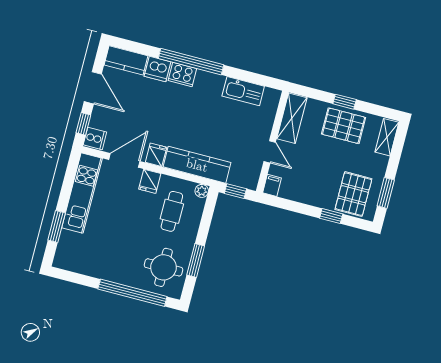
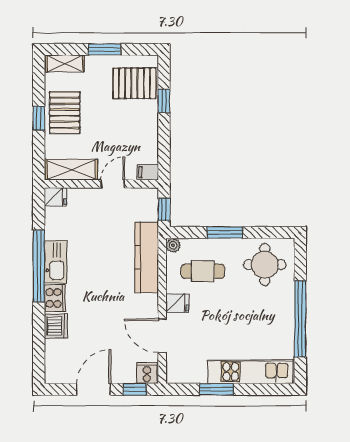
kitchen counter: (126, 60) -> (55, 362), removed
window: (191, 62) -> (39, 266), moved
kitchen sink: (243, 91) -> (56, 262), moved
fridge: (156, 155) -> (55, 197), moved, turned 180
kitchen unit: (82, 193) -> (250, 372), moved
window: (386, 193) -> (104, 49), moved
window: (57, 227) -> (216, 389), moved
window: (196, 261) -> (225, 232), moved
window: (132, 293) -> (300, 319), moved

